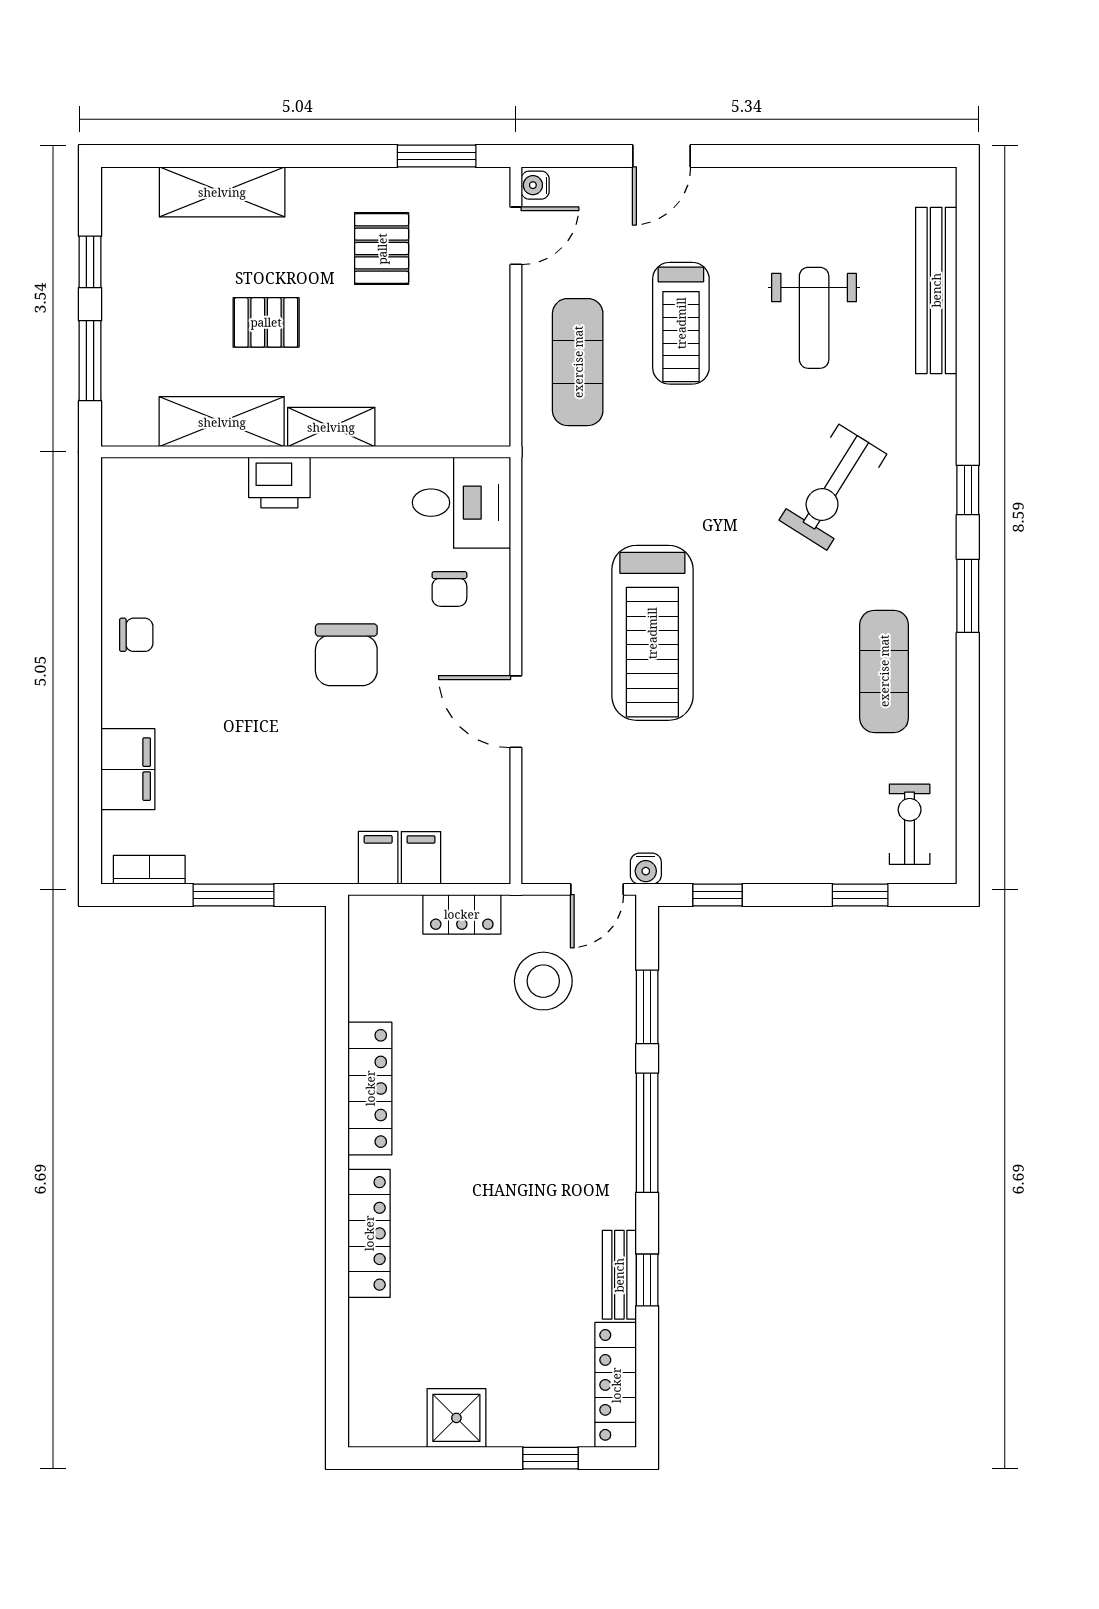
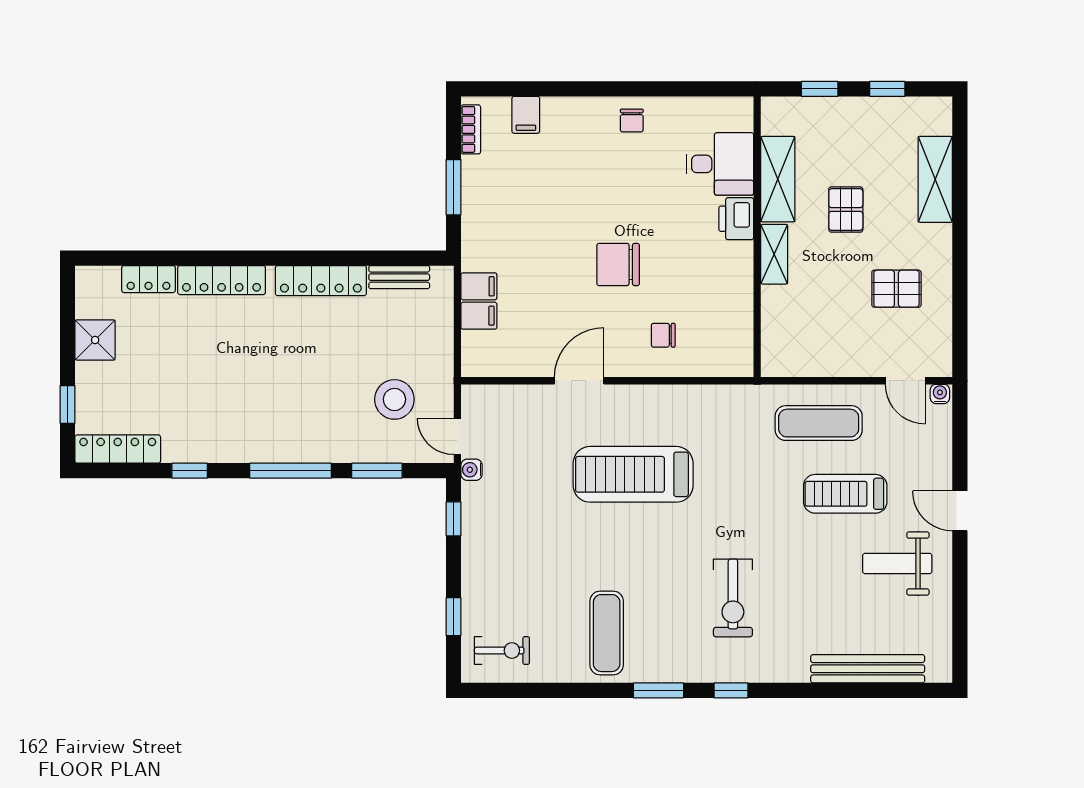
window: (437, 156) -> (960, 326), removed
door: (662, 156) -> (960, 511), moved
weight bench: (814, 318) -> (897, 563), moved
window: (90, 361) -> (820, 89), width x0.67
exercise bike: (833, 487) -> (733, 598), turned -122
desk: (461, 503) -> (720, 164), moved, turned -90
exercise mat: (884, 671) -> (607, 633), turned 90
filing cabinet: (128, 769) -> (526, 115), width x0.50
locker: (462, 914) -> (149, 279), moved, turned -90
bench: (619, 1275) -> (399, 277), moved

